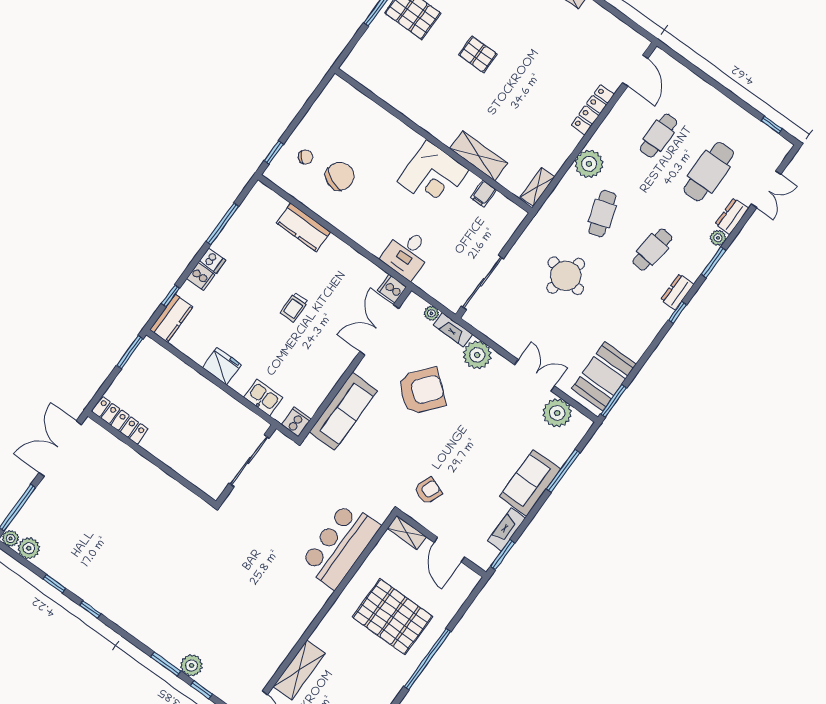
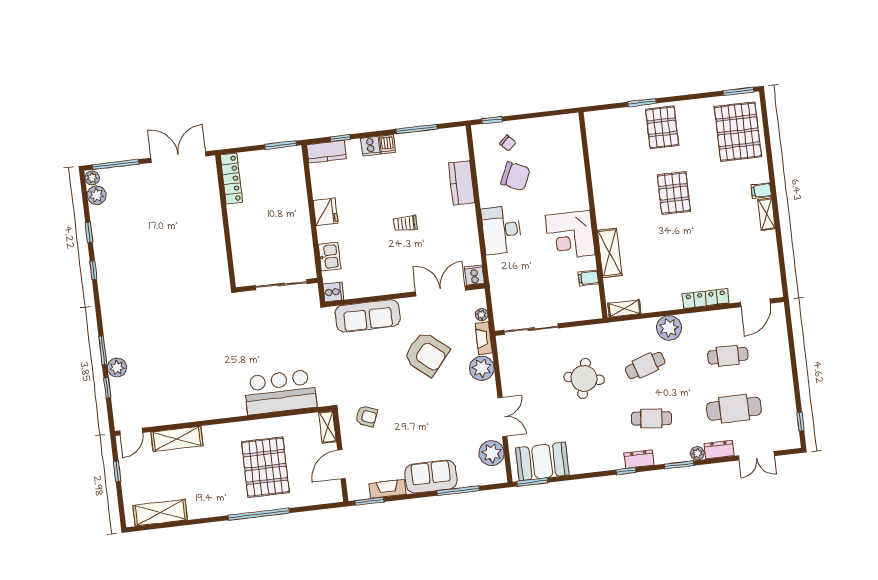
pallet: (478, 54) -> (674, 193), width x1.50, depth x1.42
desk: (407, 254) -> (501, 230), moved, width x1.37

